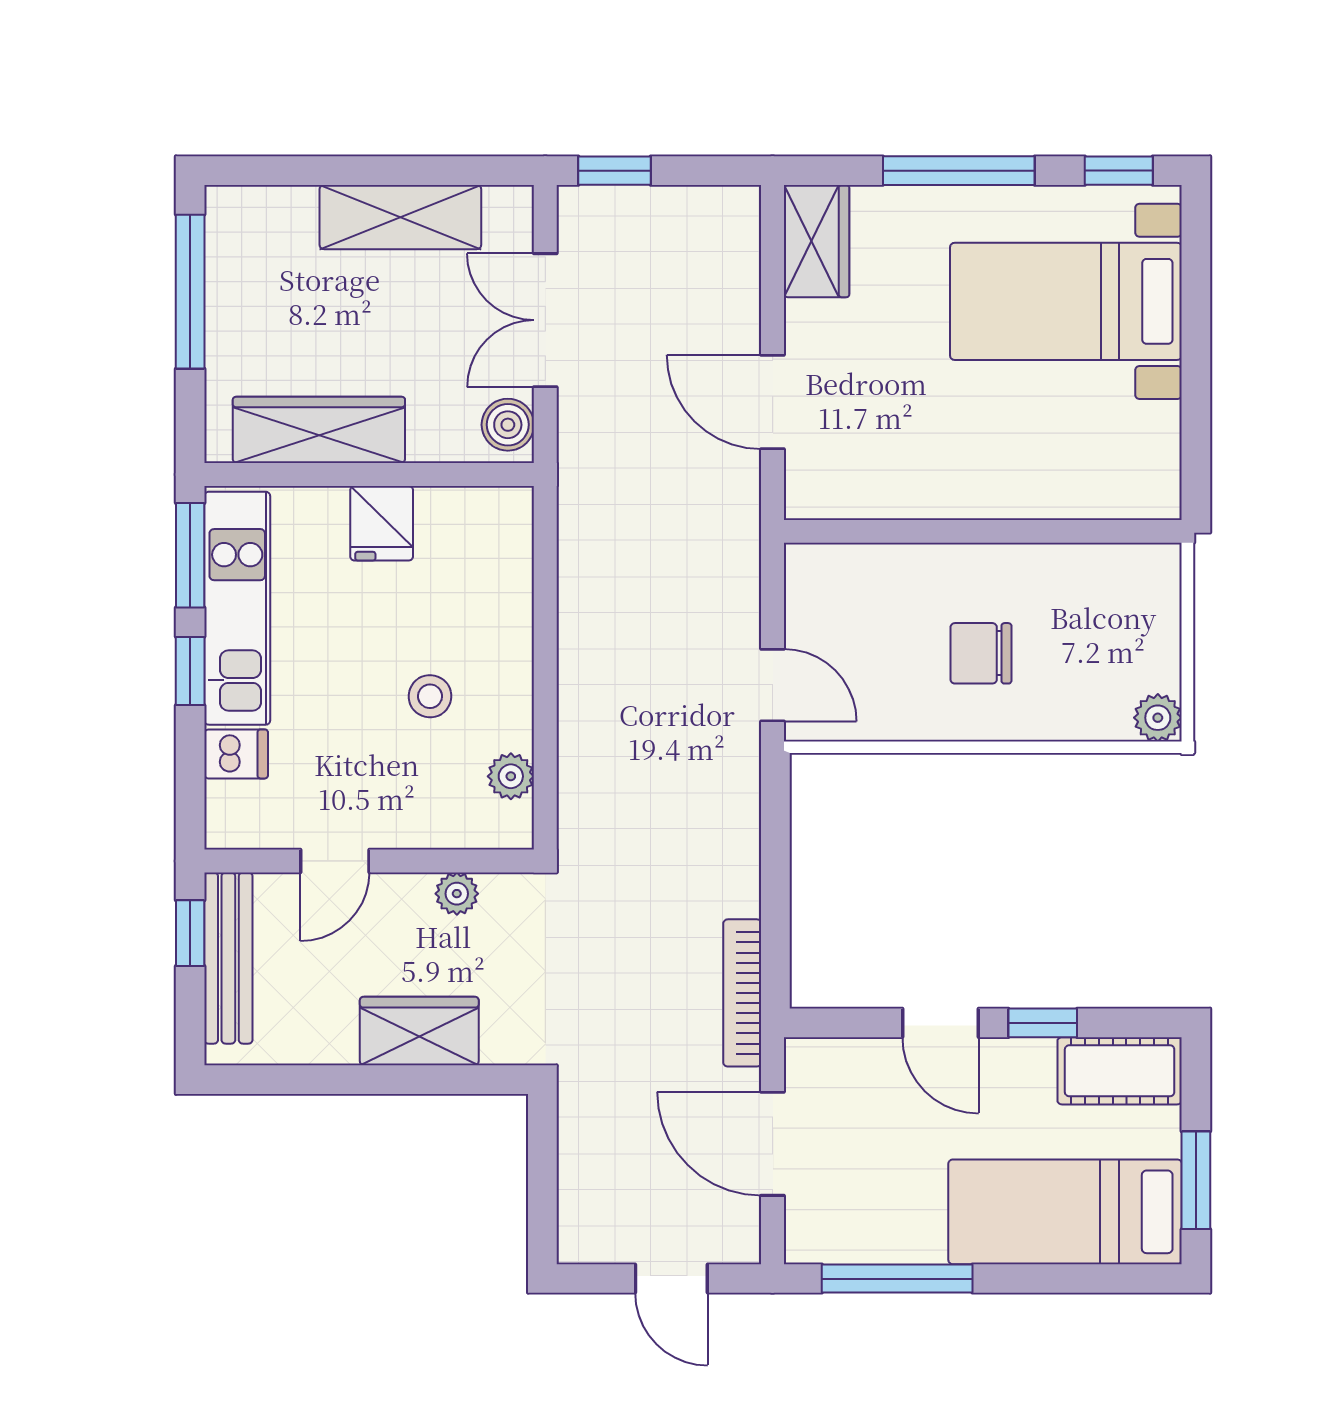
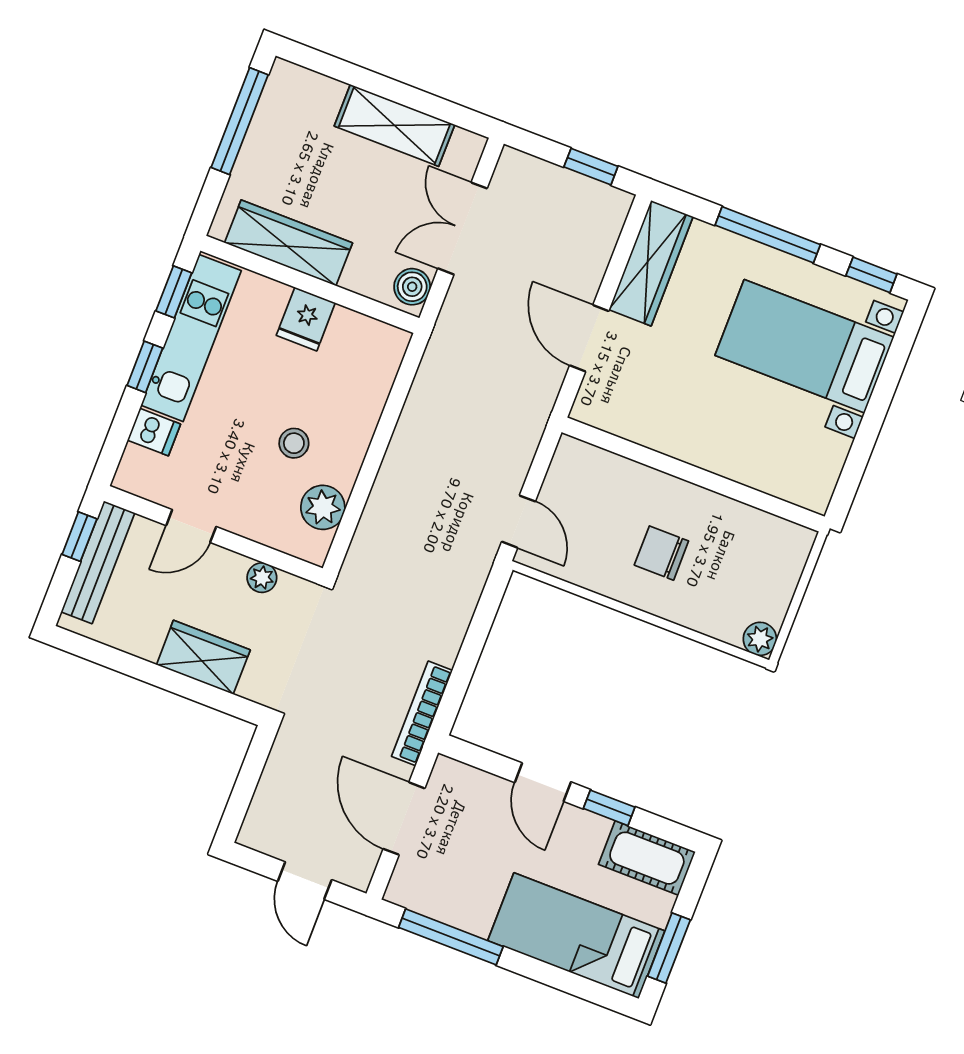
window: (615, 171) -> (591, 167), moved
wardrobe: (817, 241) -> (651, 263), width x1.50
window: (190, 555) -> (174, 292), width x0.67
plant: (511, 776) -> (323, 507), width x1.38, depth x1.38

